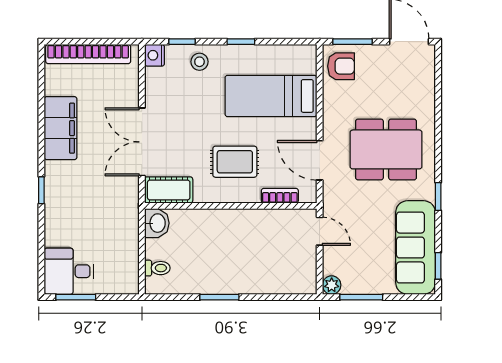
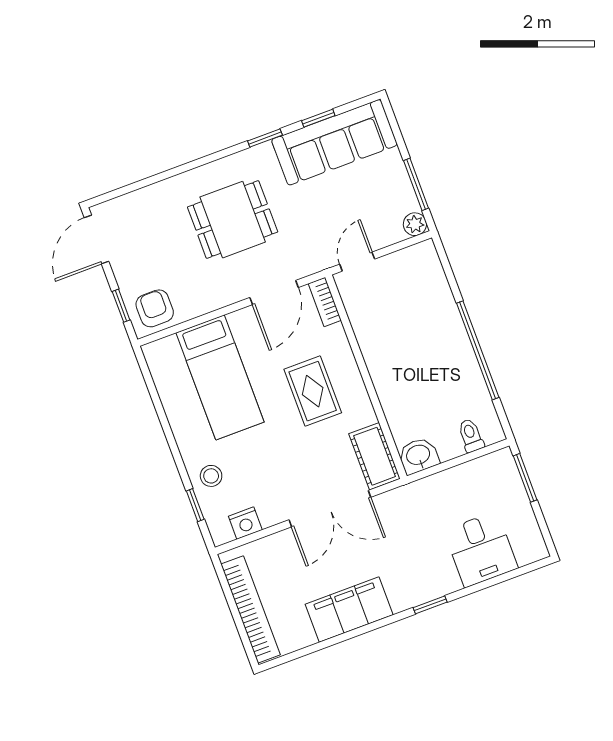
window: (241, 42) -> (170, 436), removed
window: (352, 42) -> (121, 306), width x0.67
nightstand: (155, 55) -> (245, 523), moved
dining table: (386, 149) -> (233, 220), width x0.73
bookcase: (280, 196) -> (325, 302), moved
window: (438, 266) -> (318, 118), moved
desk: (69, 271) -> (481, 549), moved
window: (76, 297) -> (525, 478), moved
window: (219, 297) -> (478, 350), width x2.11

